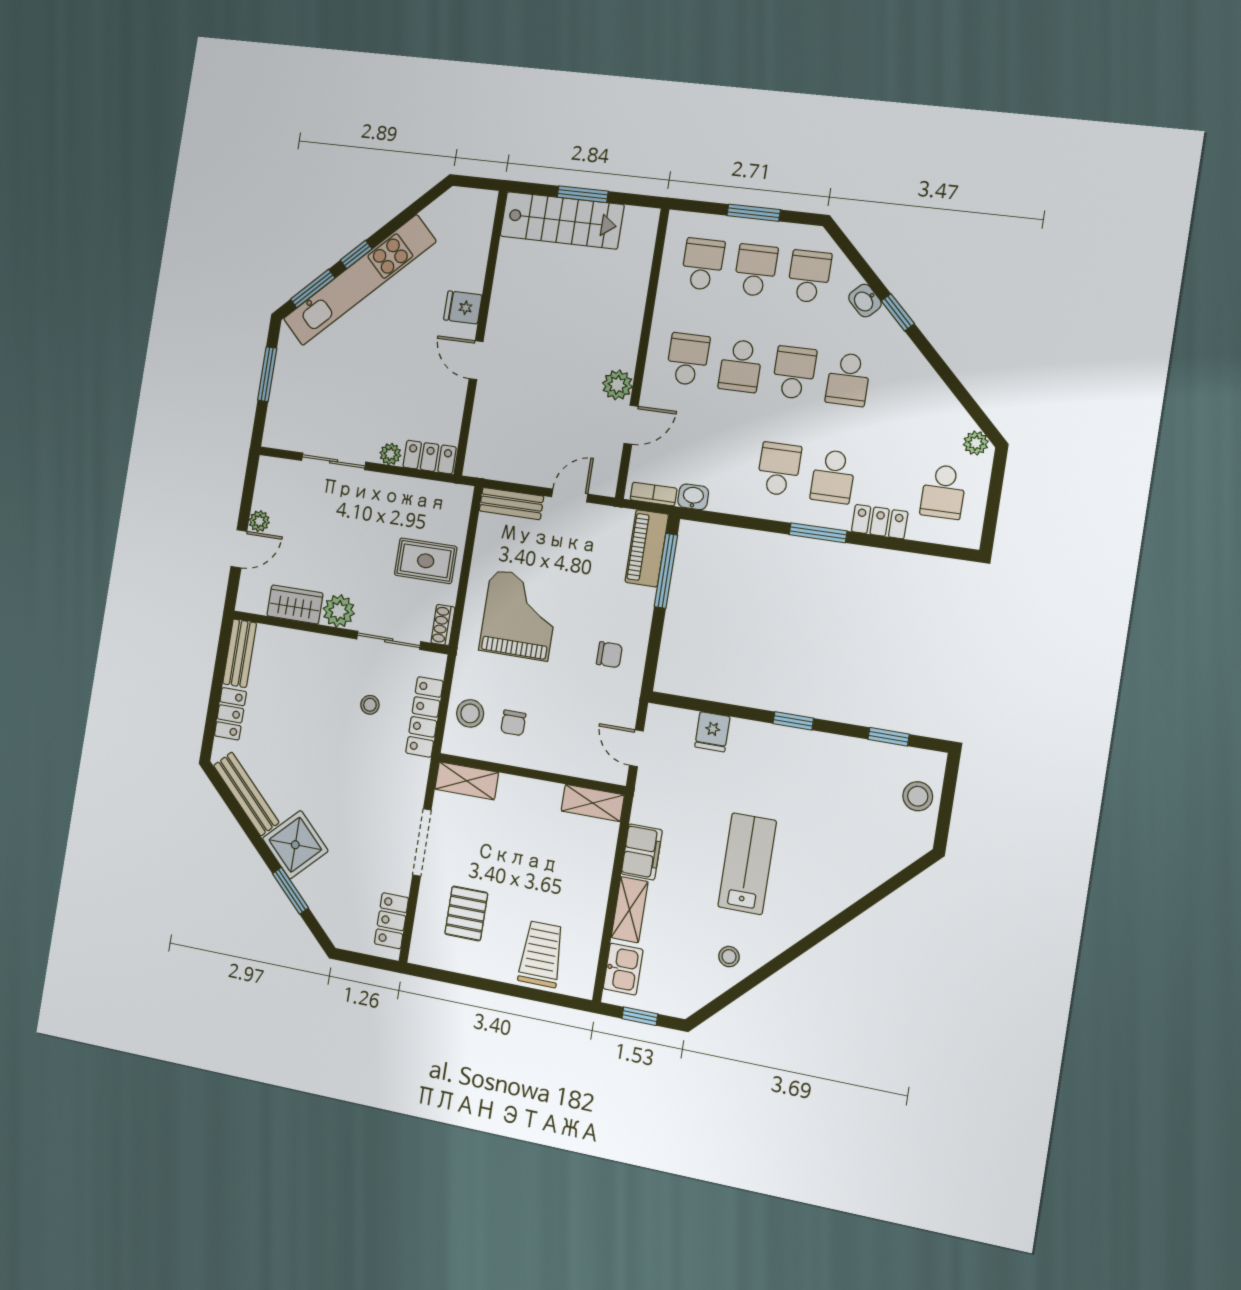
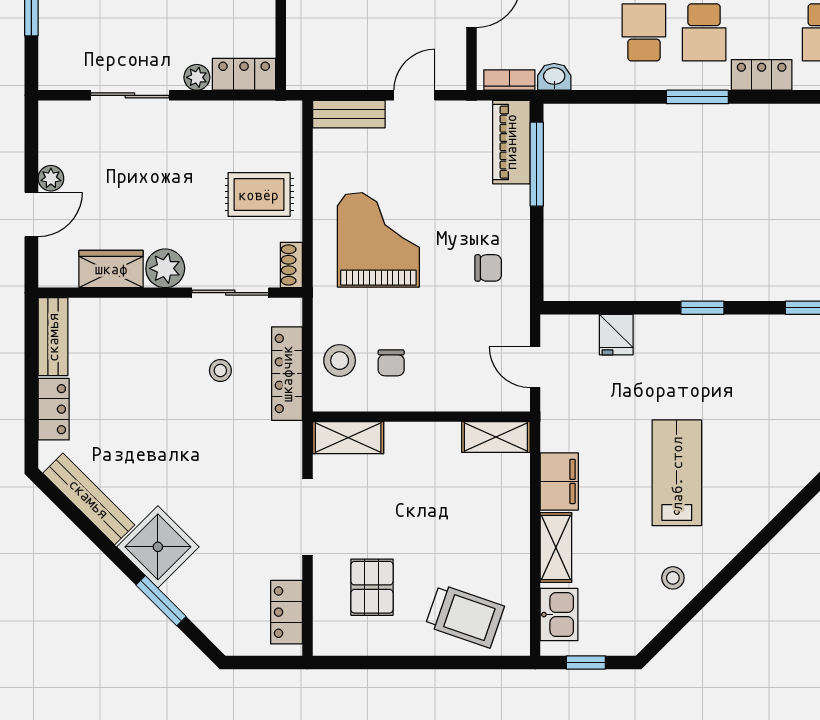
trolley: (541, 954) -> (465, 616), turned 109

